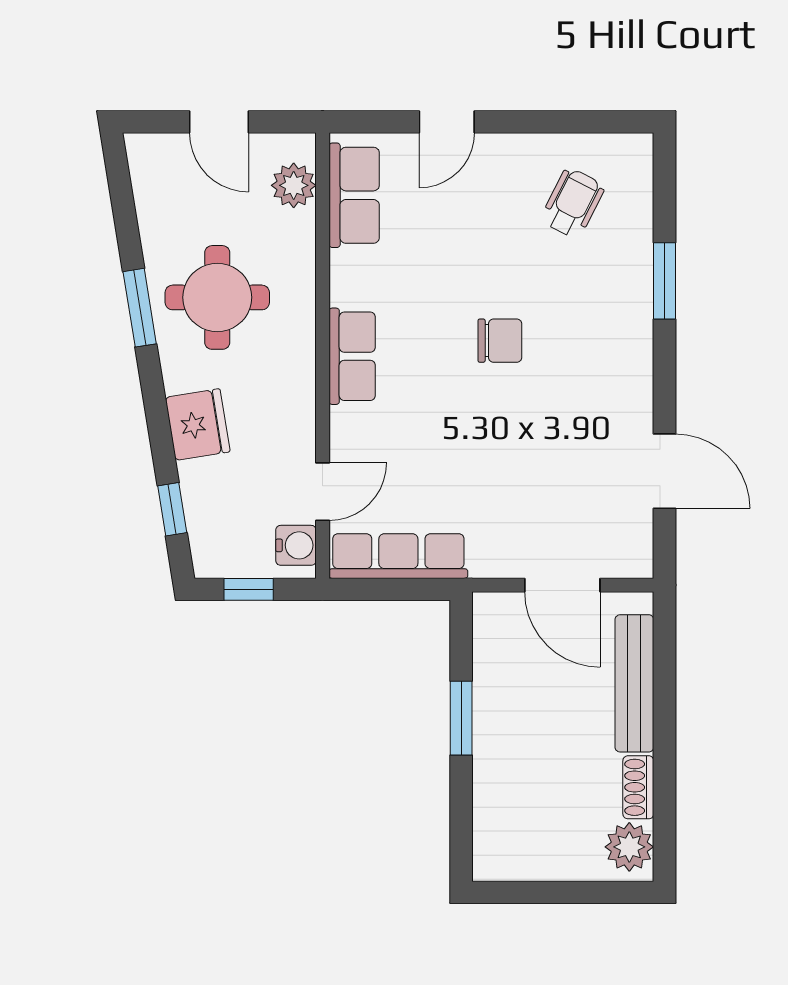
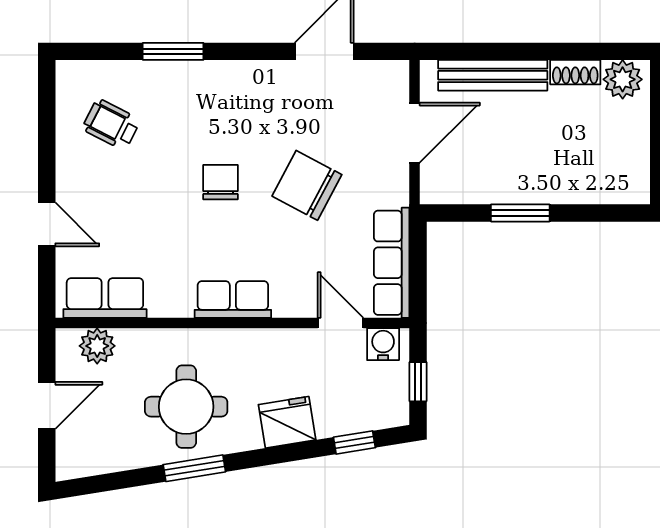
chair: (496, 449) -> (307, 185), added

